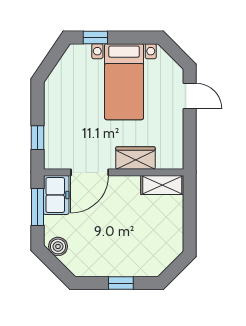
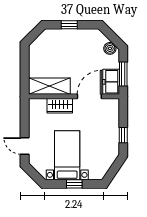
window: (95, 37) -> (74, 184), moved
window: (37, 138) -> (123, 135), moved
shelving: (162, 185) -> (49, 86), width x1.50, depth x1.33

